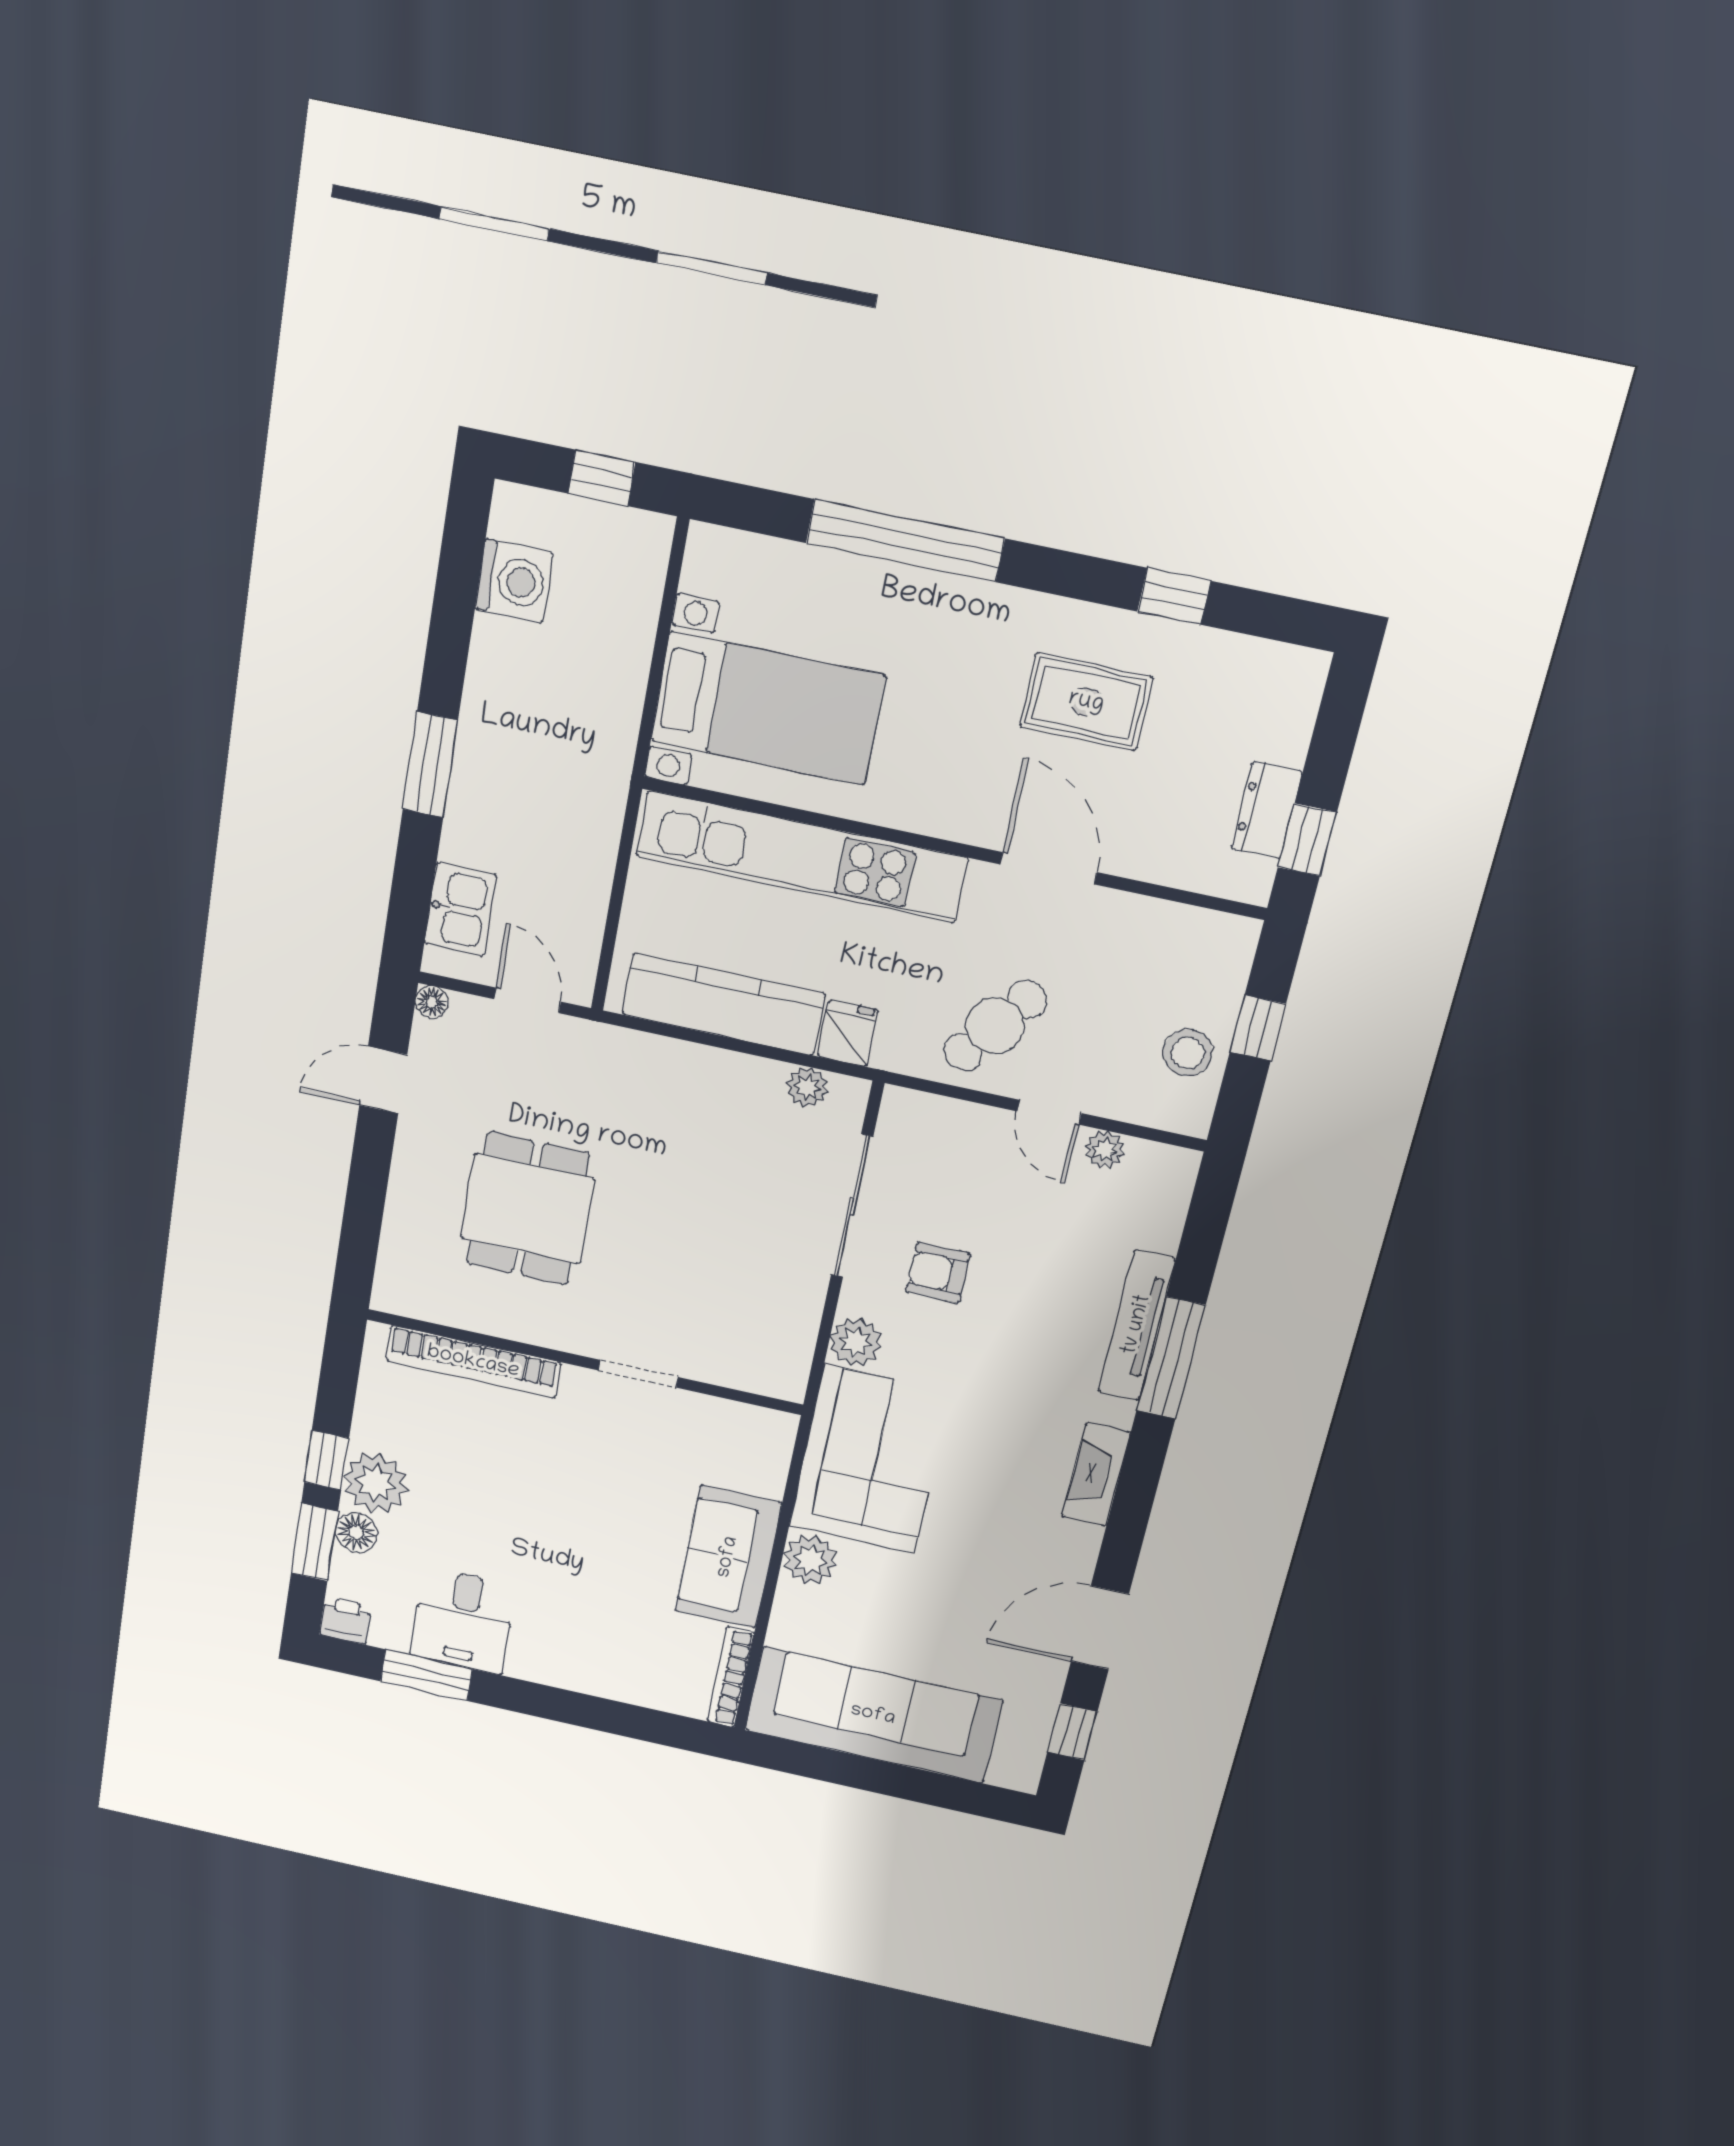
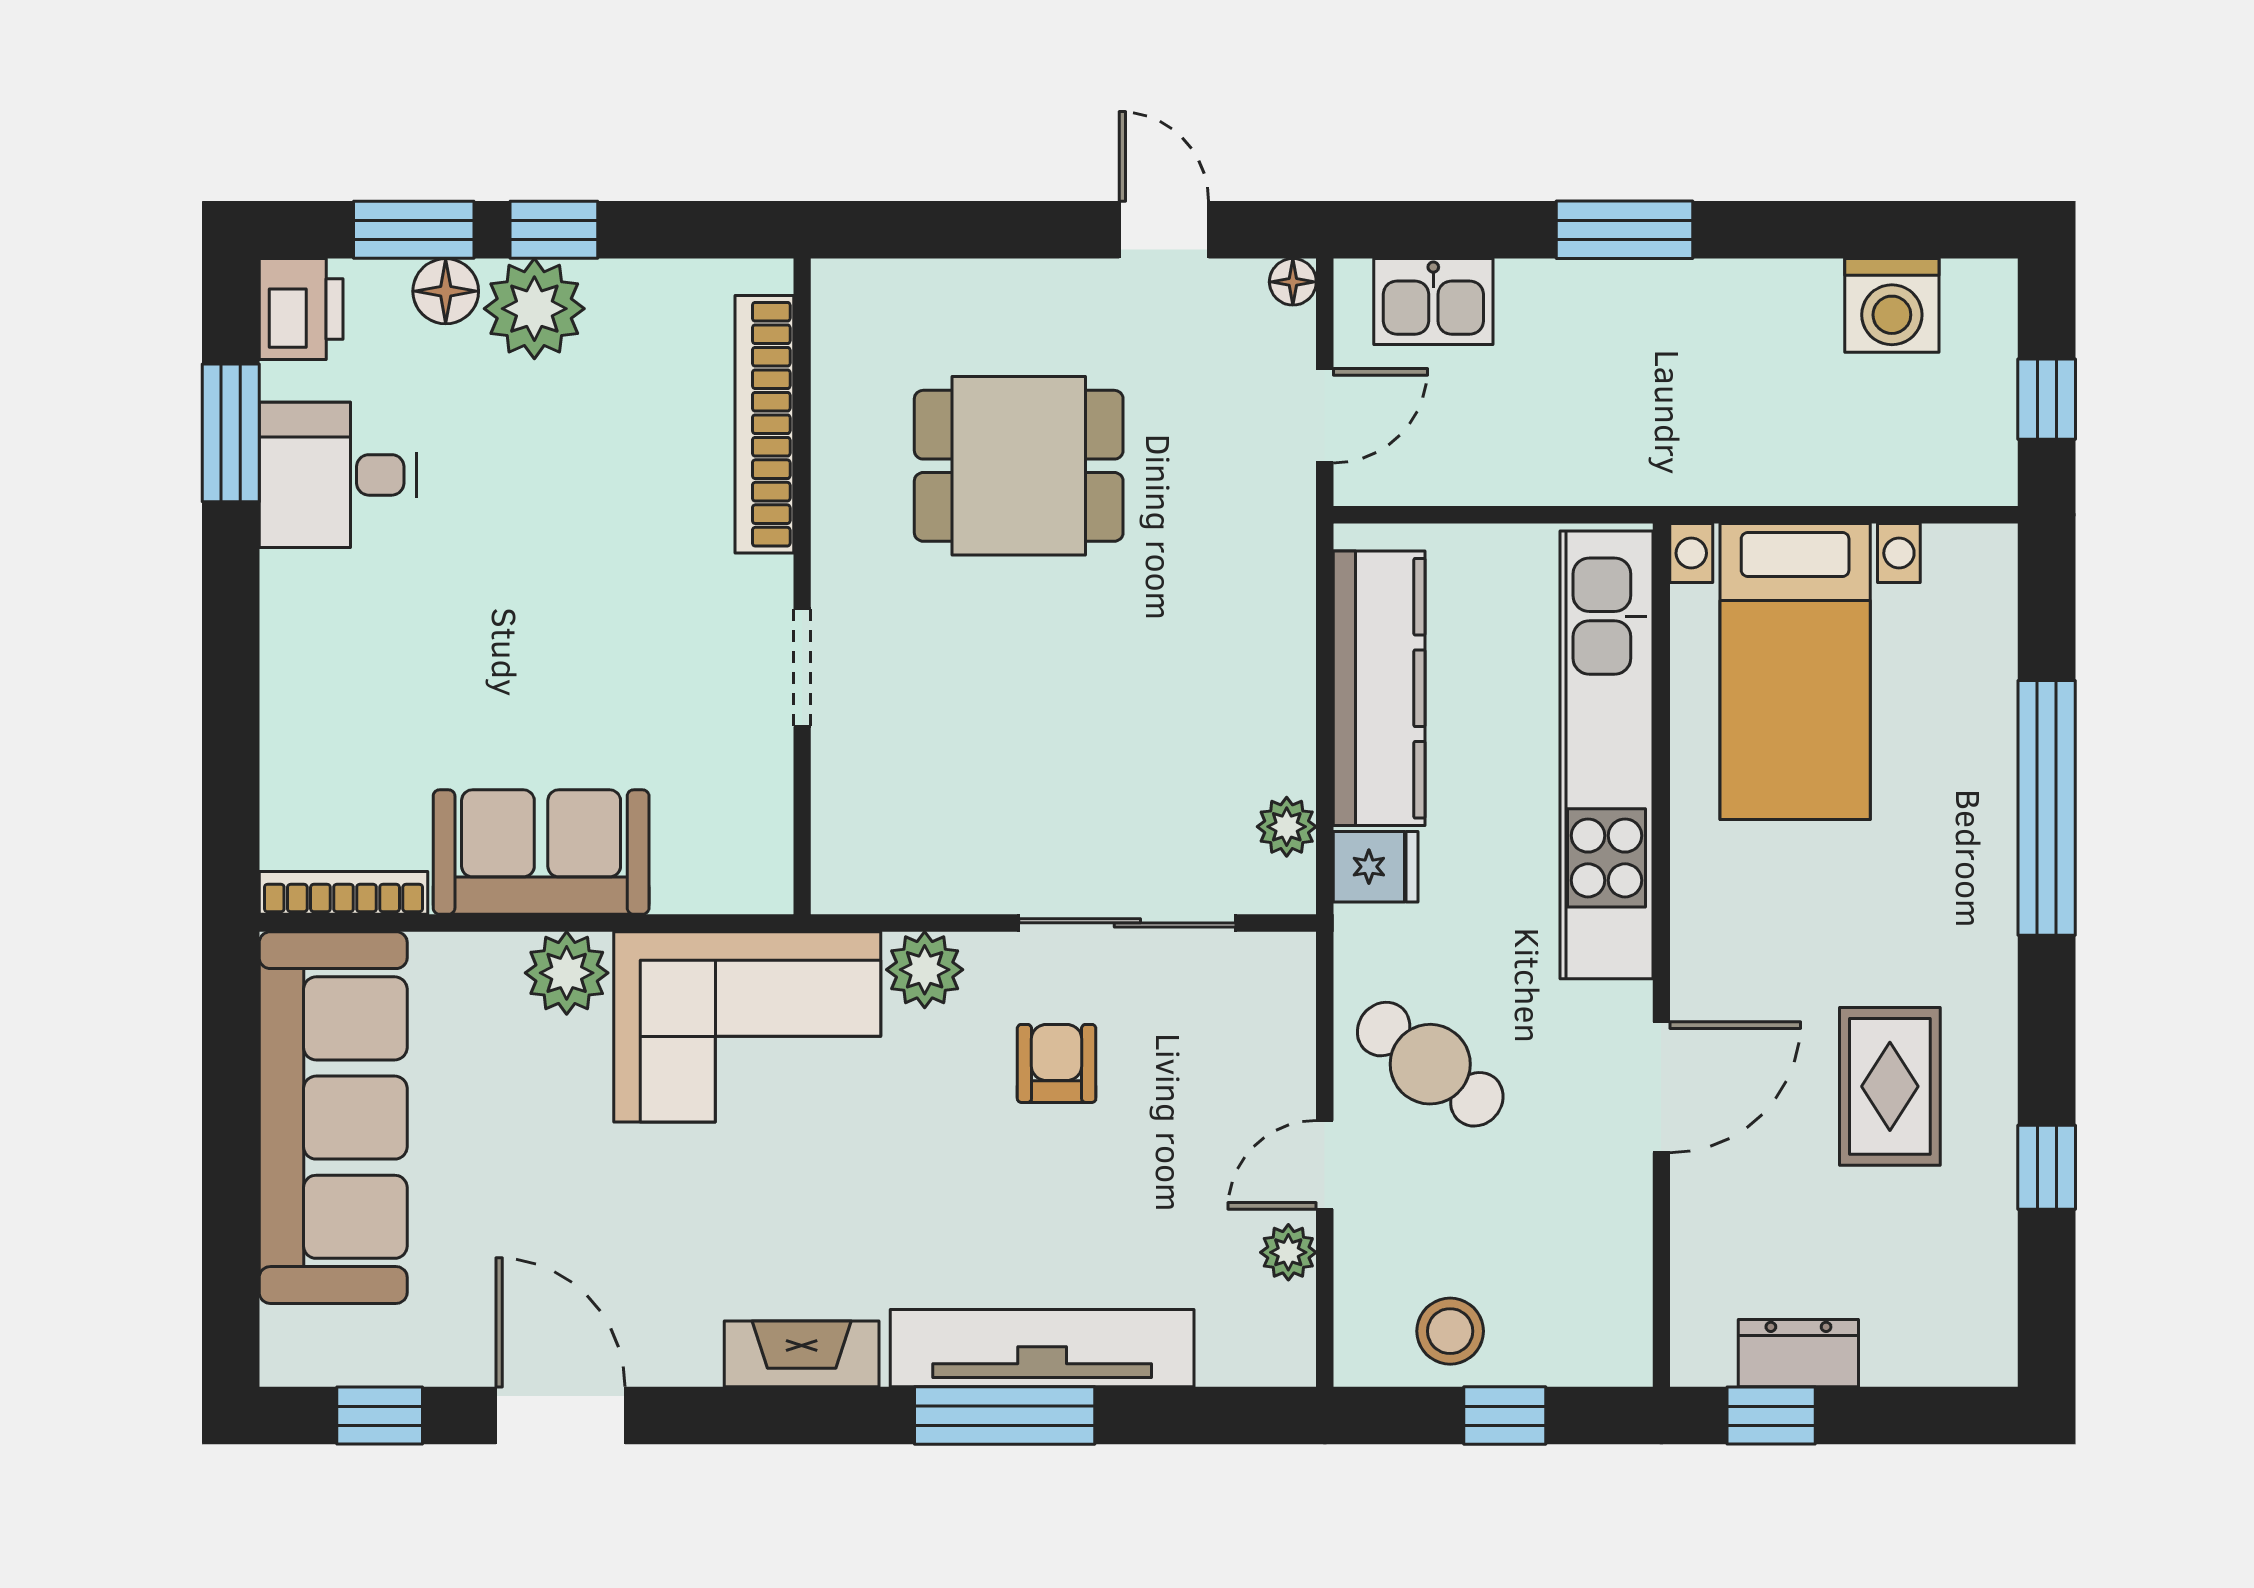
tv unit: (1137, 1325) -> (1042, 1348), width x1.36, depth x1.29
printer: (346, 1621) -> (301, 309), width x1.36, depth x1.24

